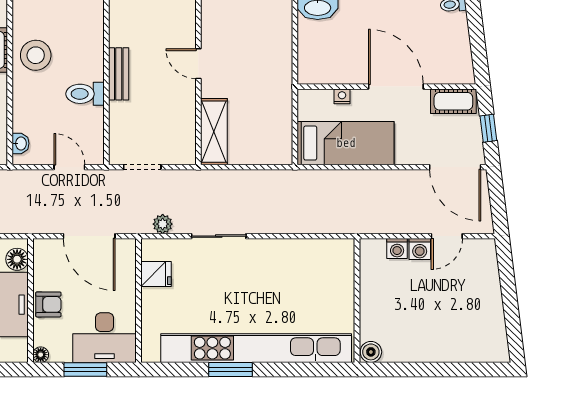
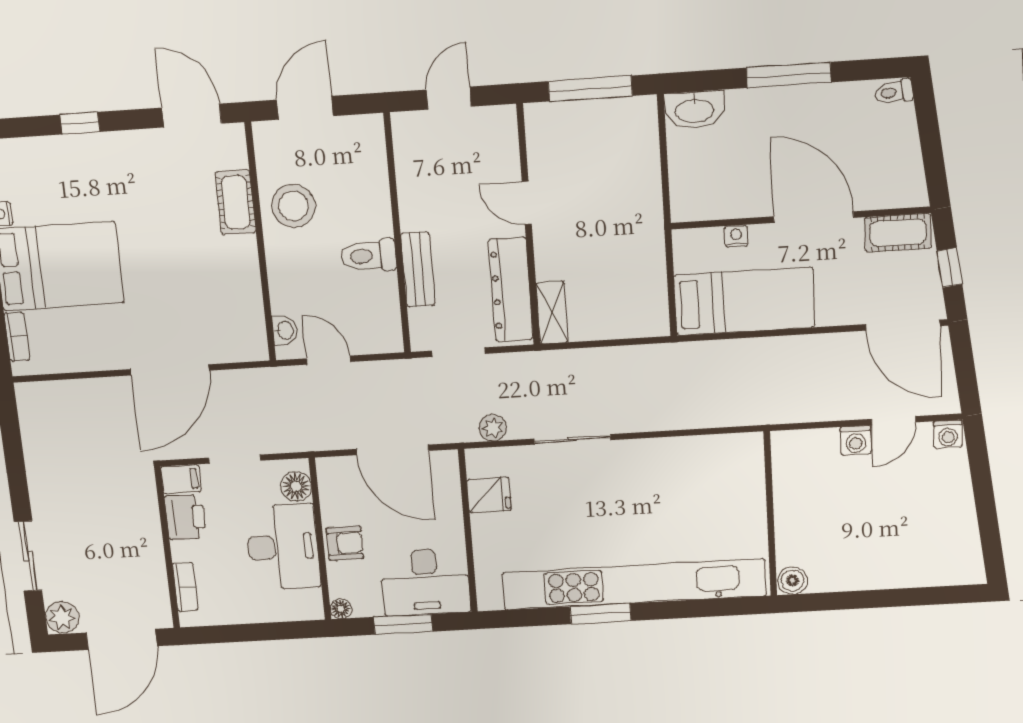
bench: (119, 74) -> (418, 270), moved
dresser: (183, 124) -> (511, 289), added
shelving: (214, 132) -> (552, 313), width x0.67, depth x0.75
door: (69, 167) -> (329, 360), moved
washing machine: (397, 249) -> (948, 434), moved

